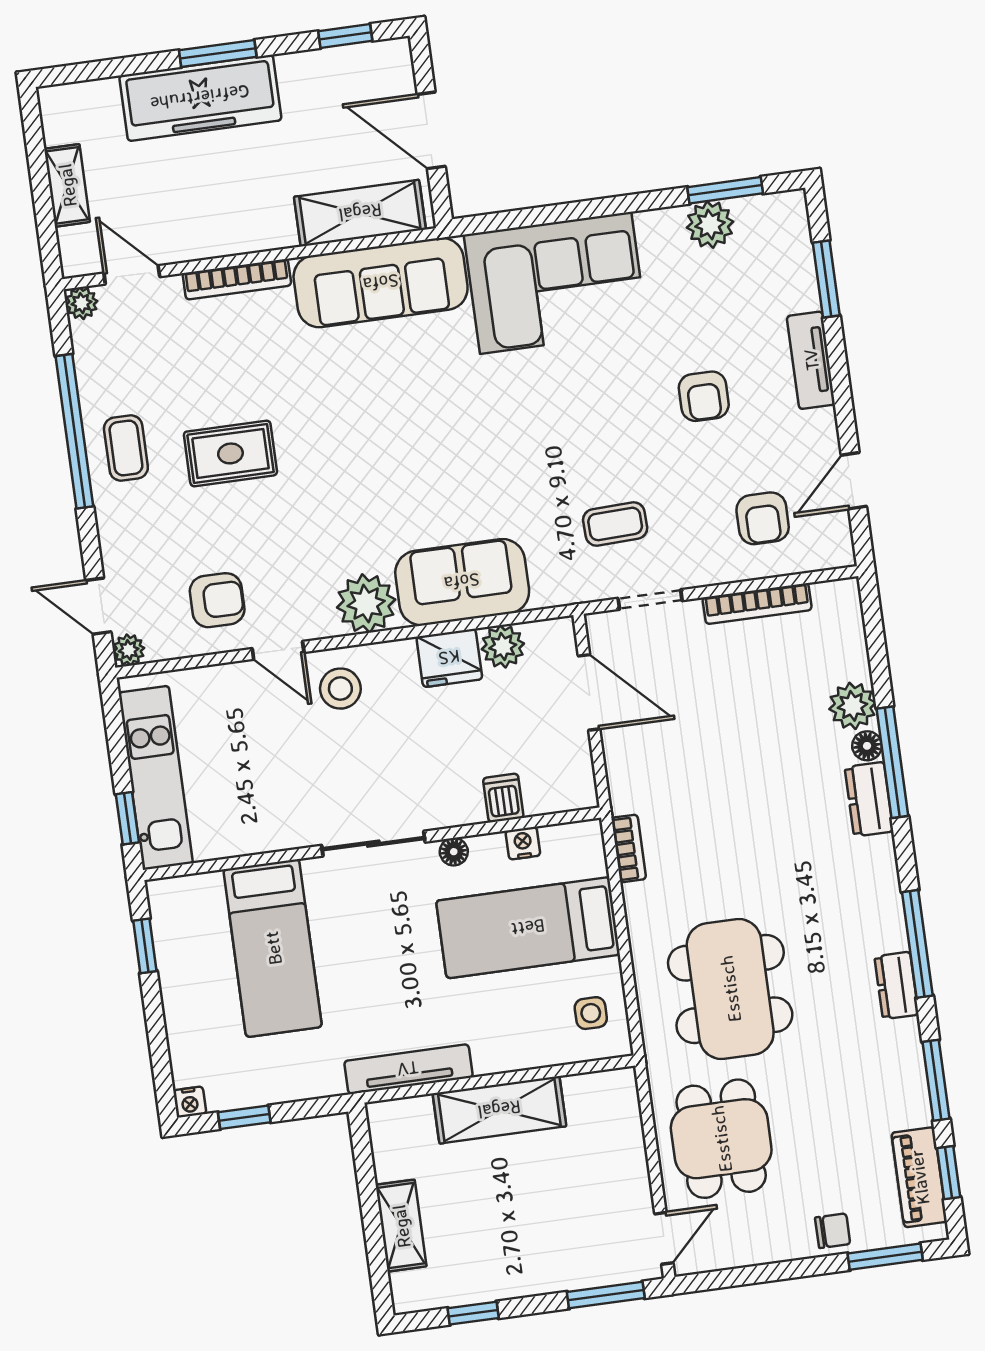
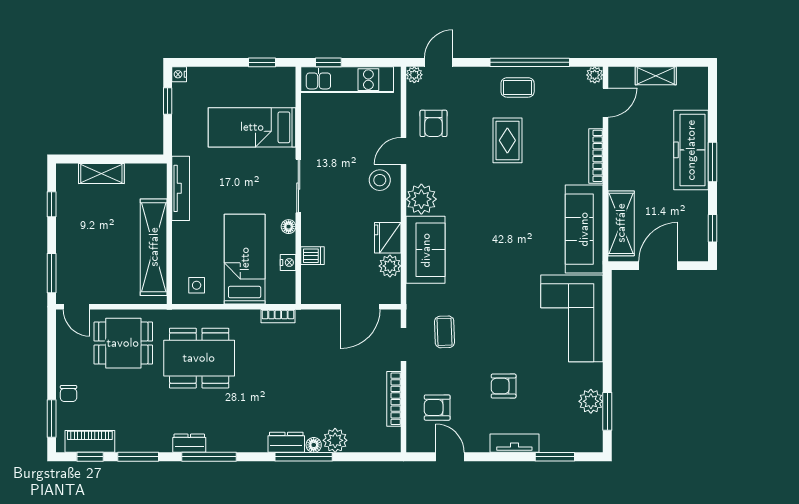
shelving: (499, 1110) -> (154, 247), width x1.47

